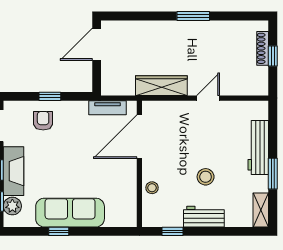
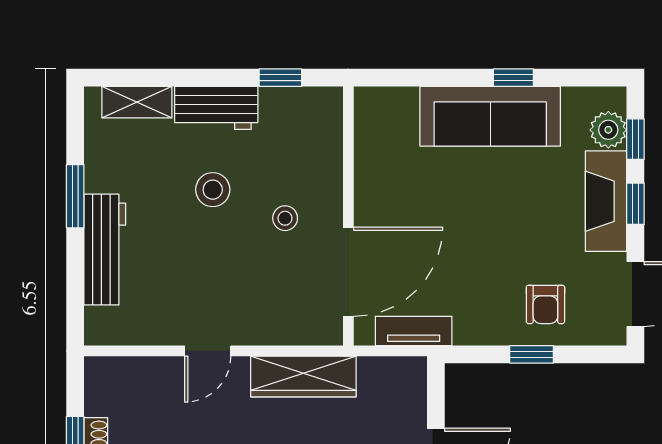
stool: (152, 188) -> (285, 218), moved
shelving: (261, 210) -> (137, 102), moved, turned 90

